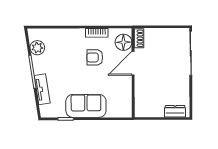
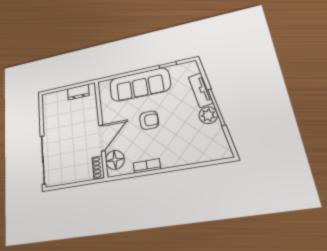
plant: (37, 48) -> (208, 115), moved
armchair: (95, 57) -> (149, 120), moved
sofa: (86, 106) -> (140, 85), width x1.36
dresser: (175, 111) -> (78, 92), moved

